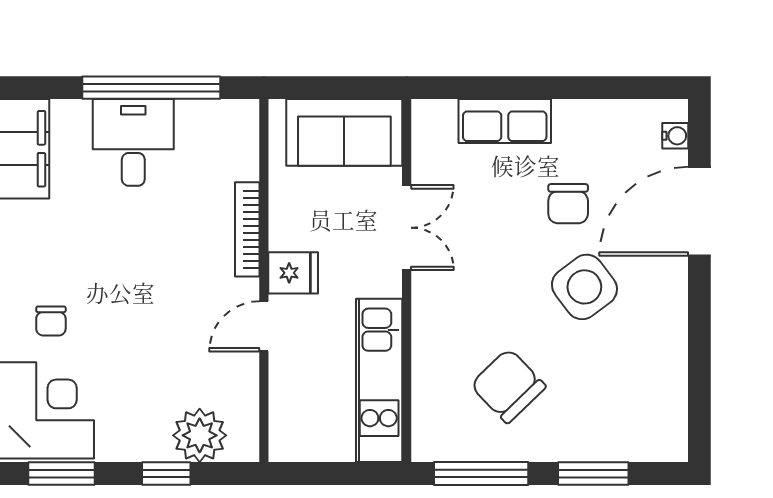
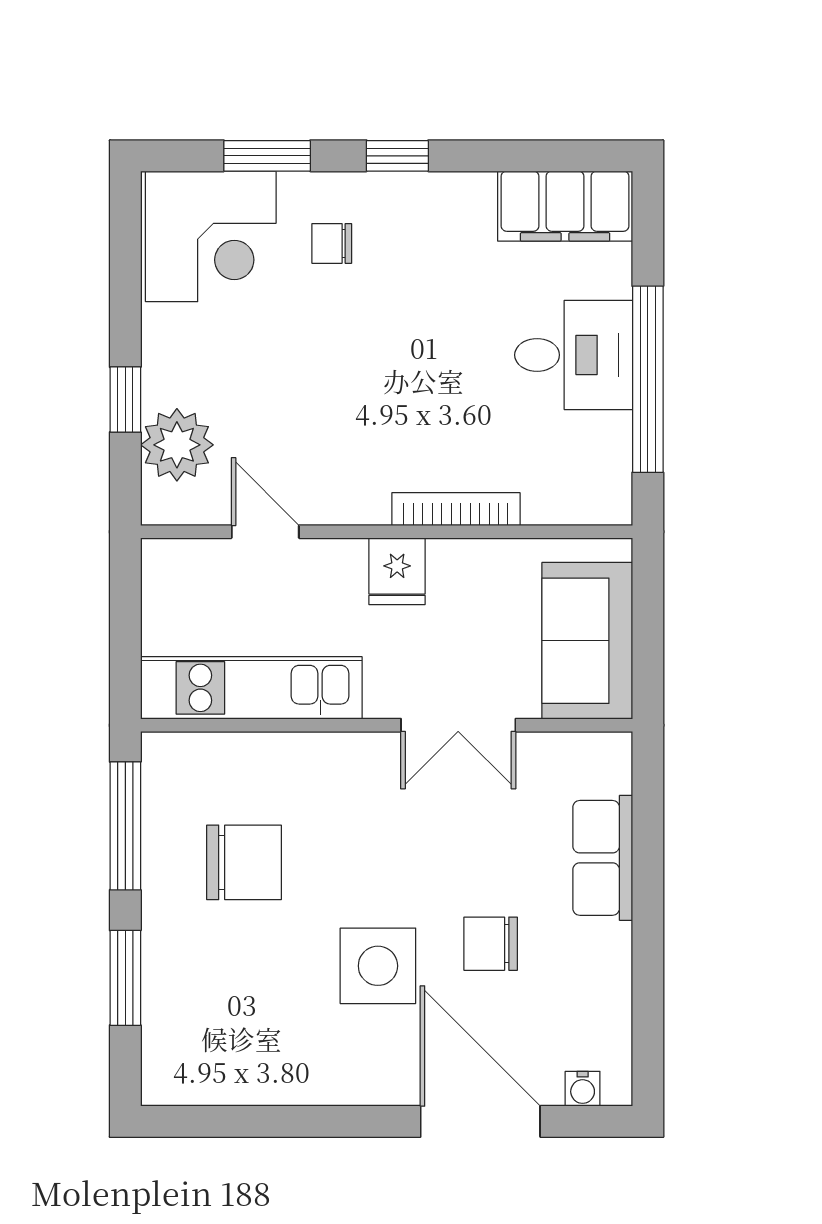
side table: (584, 287) -> (378, 966), turned 37
door: (264, 326) -> (265, 532), moved
chair: (508, 386) -> (244, 862), turned 44
window: (62, 474) -> (125, 258), removed

